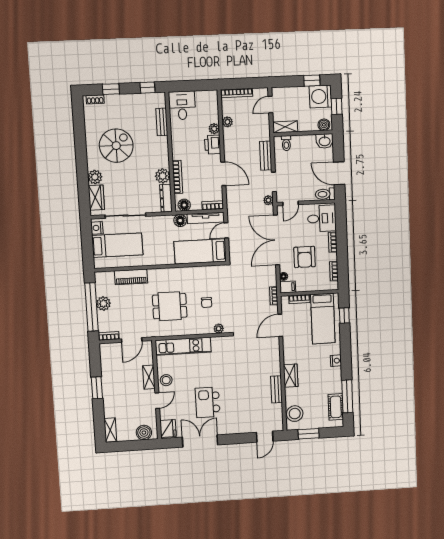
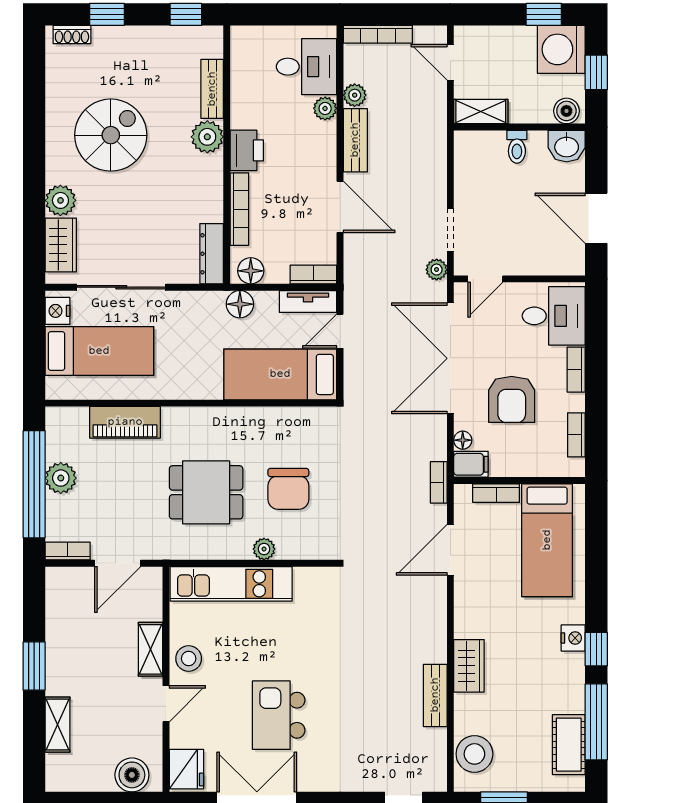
desk: (182, 105) -> (306, 67), moved, turned 90
door: (270, 105) -> (450, 62), hinge flipped
toilet: (286, 143) -> (517, 147), moved
printer: (213, 145) -> (247, 150), moved, turned 180
bench: (266, 156) -> (355, 140), moved
plant: (163, 176) -> (207, 137), moved
toilet: (325, 194) -> (563, 262), removed
tv unit: (206, 218) -> (308, 301), width x0.71
chair: (207, 303) -> (288, 489), width x1.87, depth x1.87
window: (344, 316) -> (596, 649), moved
plant: (219, 329) -> (264, 549), moved
shelving: (110, 430) -> (58, 725), moved

